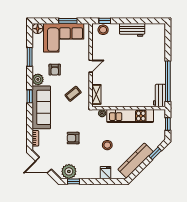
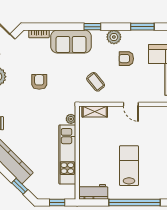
lab bench: (139, 68) -> (129, 166), added
window: (168, 81) -> (135, 203), moved
sofa: (41, 107) -> (71, 41), width x0.73
stool: (107, 145) -> (30, 125), removed

